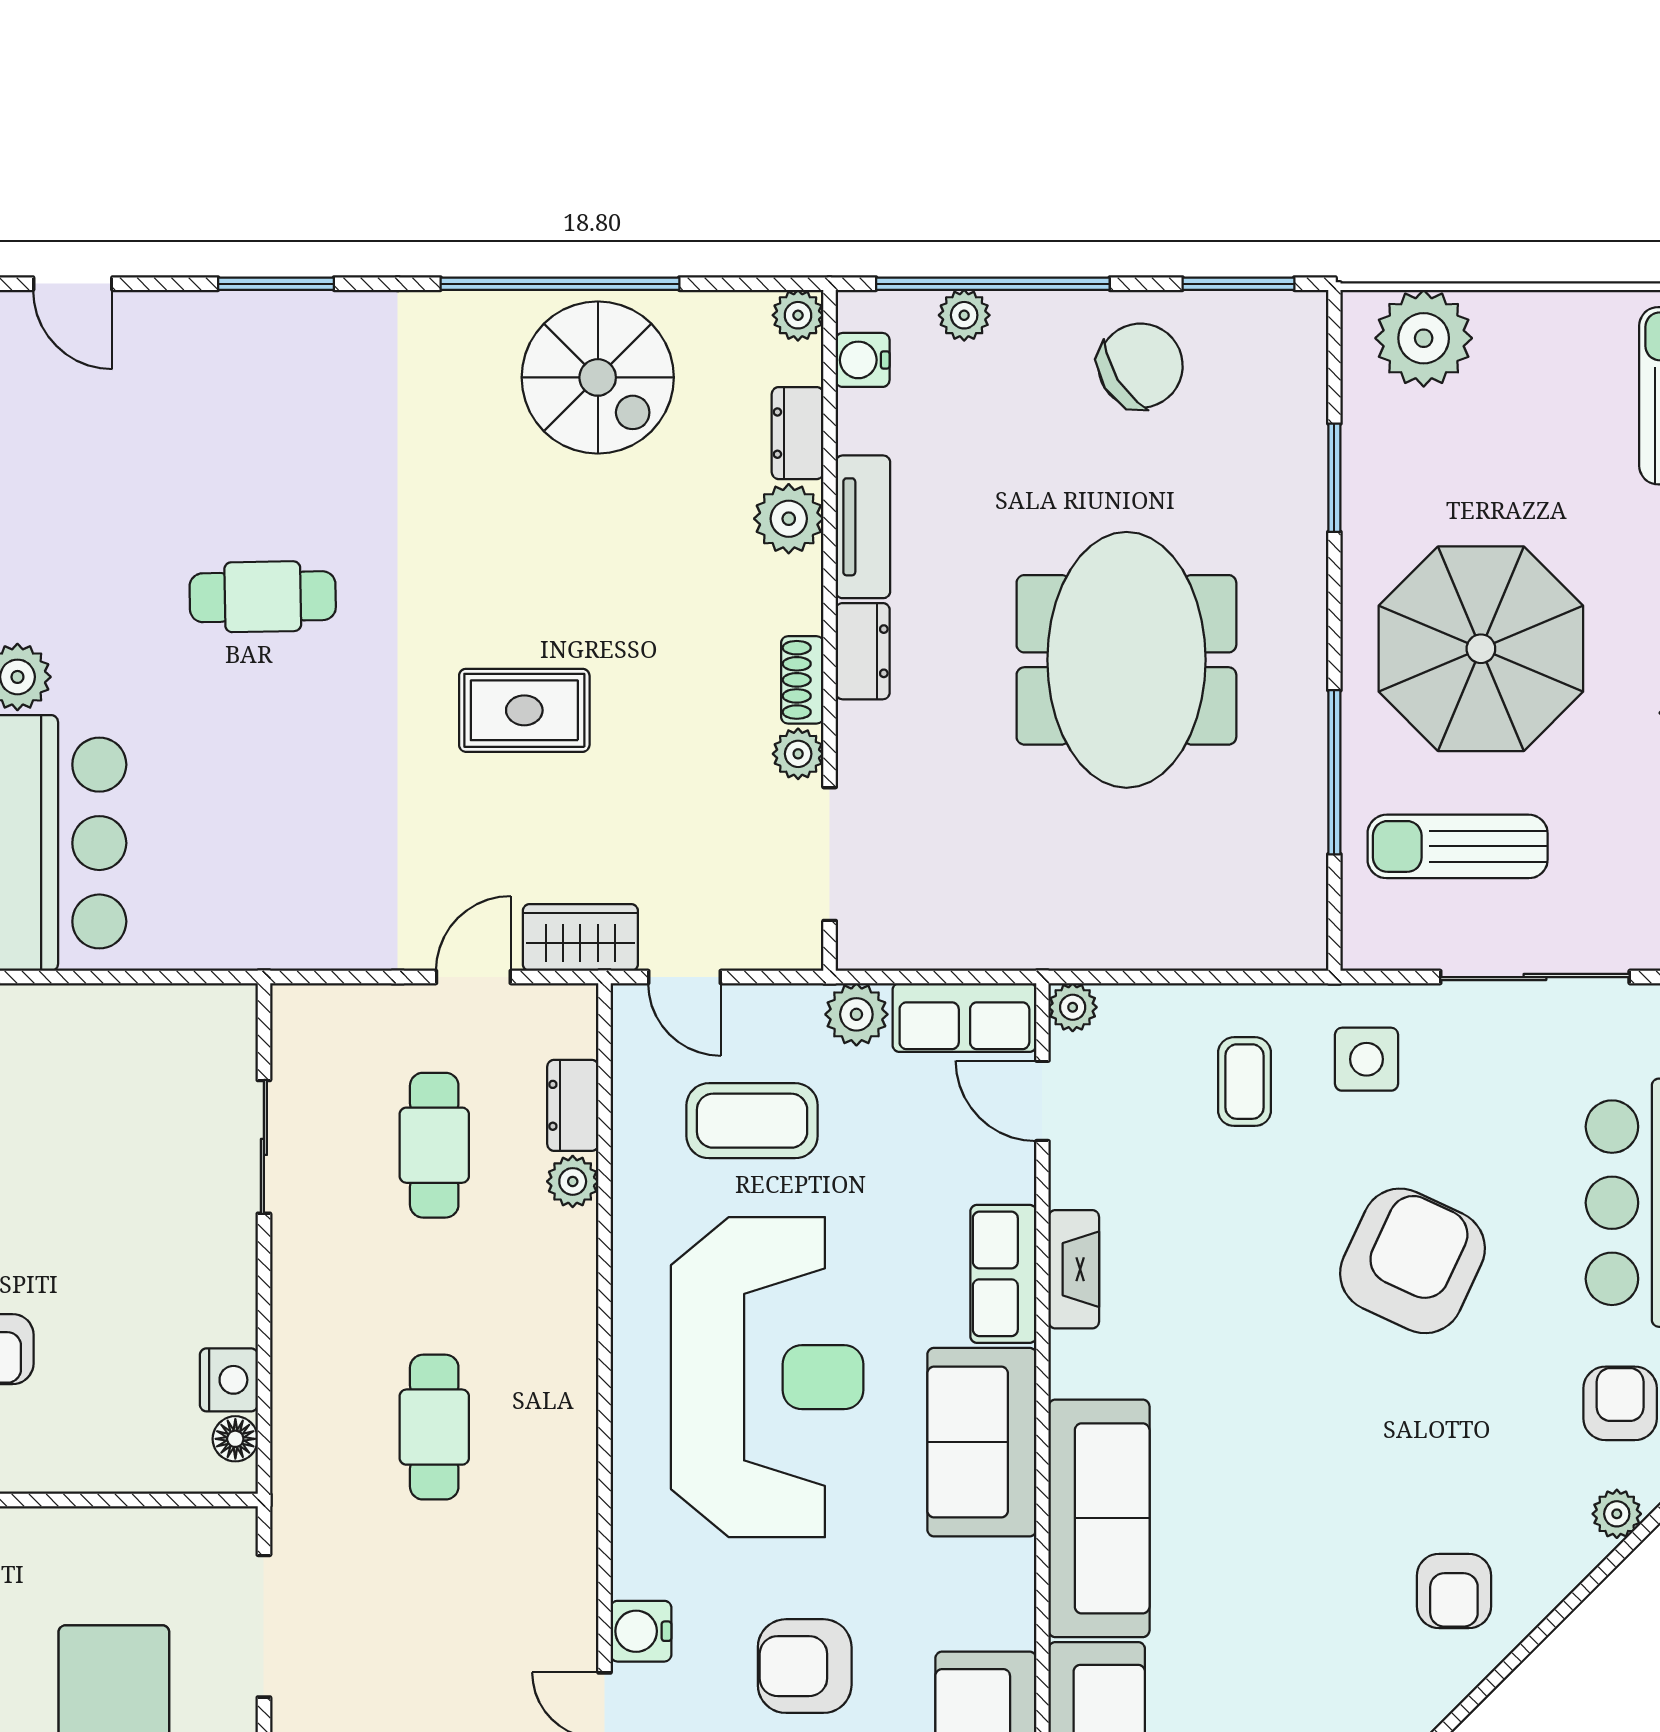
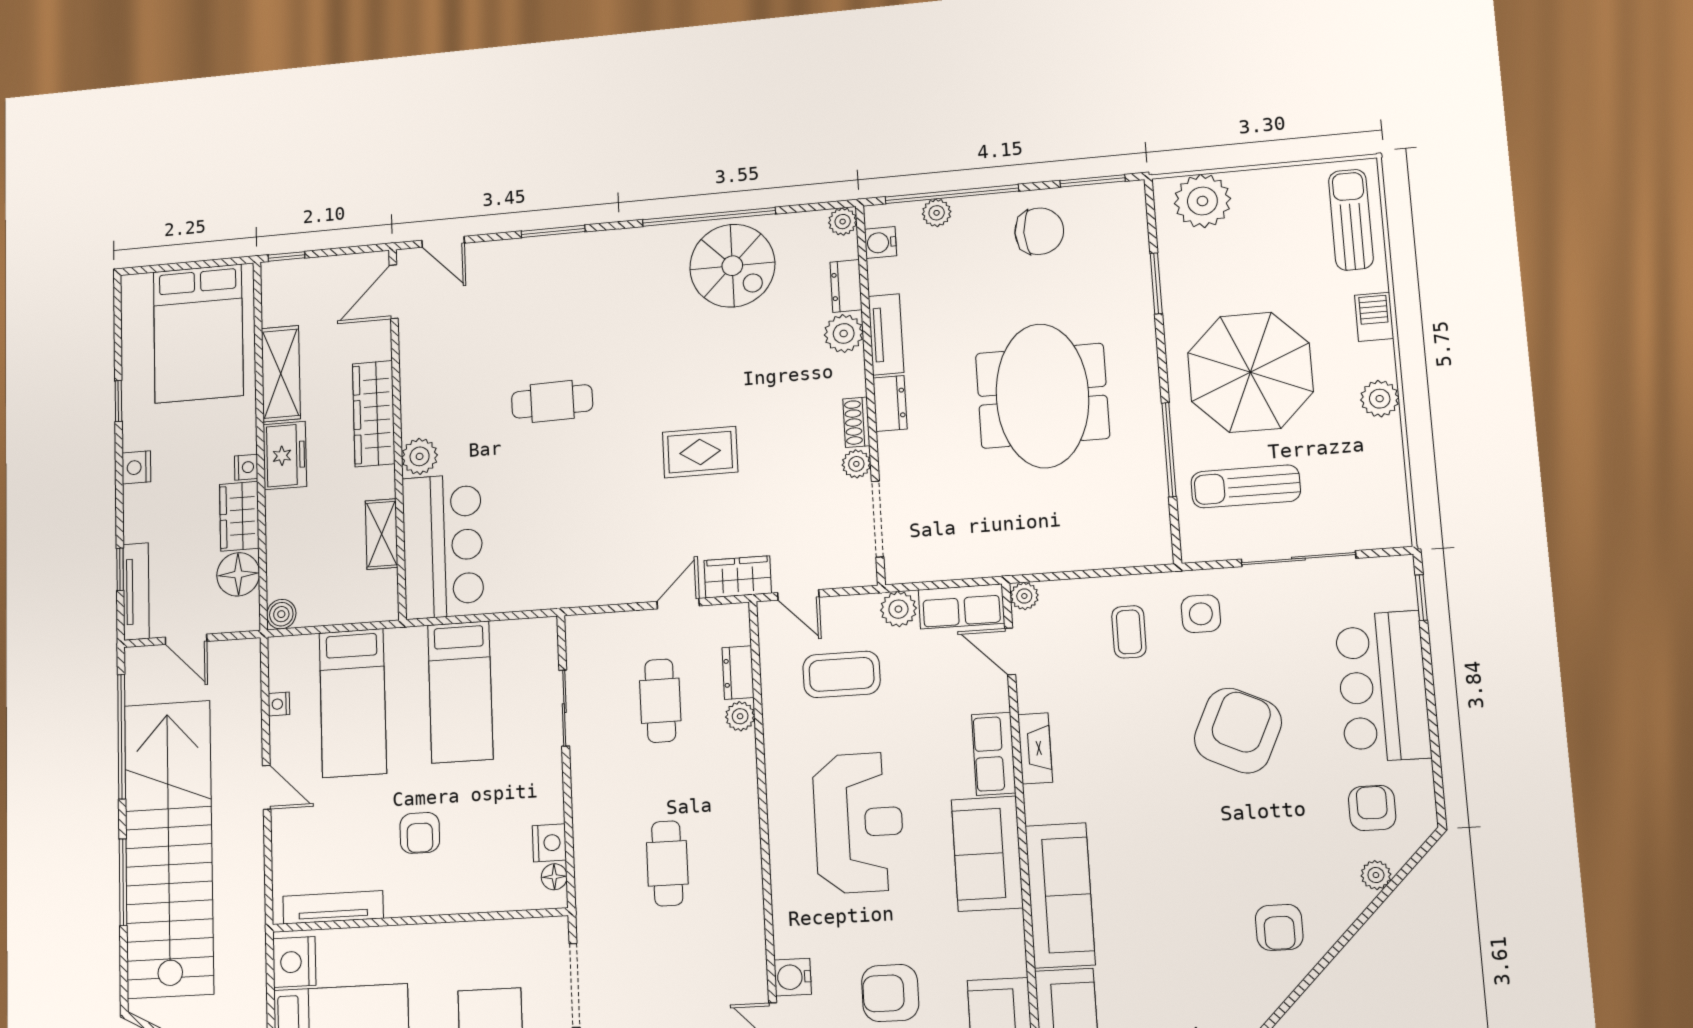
chair: (1141, 366) -> (1039, 231), turned 32
bed: (79, 1106) -> (460, 692), added
reception desk: (767, 1377) -> (858, 823), width x0.74, depth x0.77

